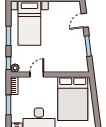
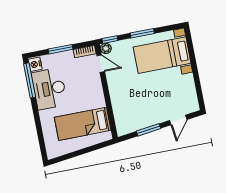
door: (85, 20) -> (178, 120), swing flipped
door: (37, 74) -> (101, 64), moved
bed: (73, 99) -> (83, 124), width x0.67

